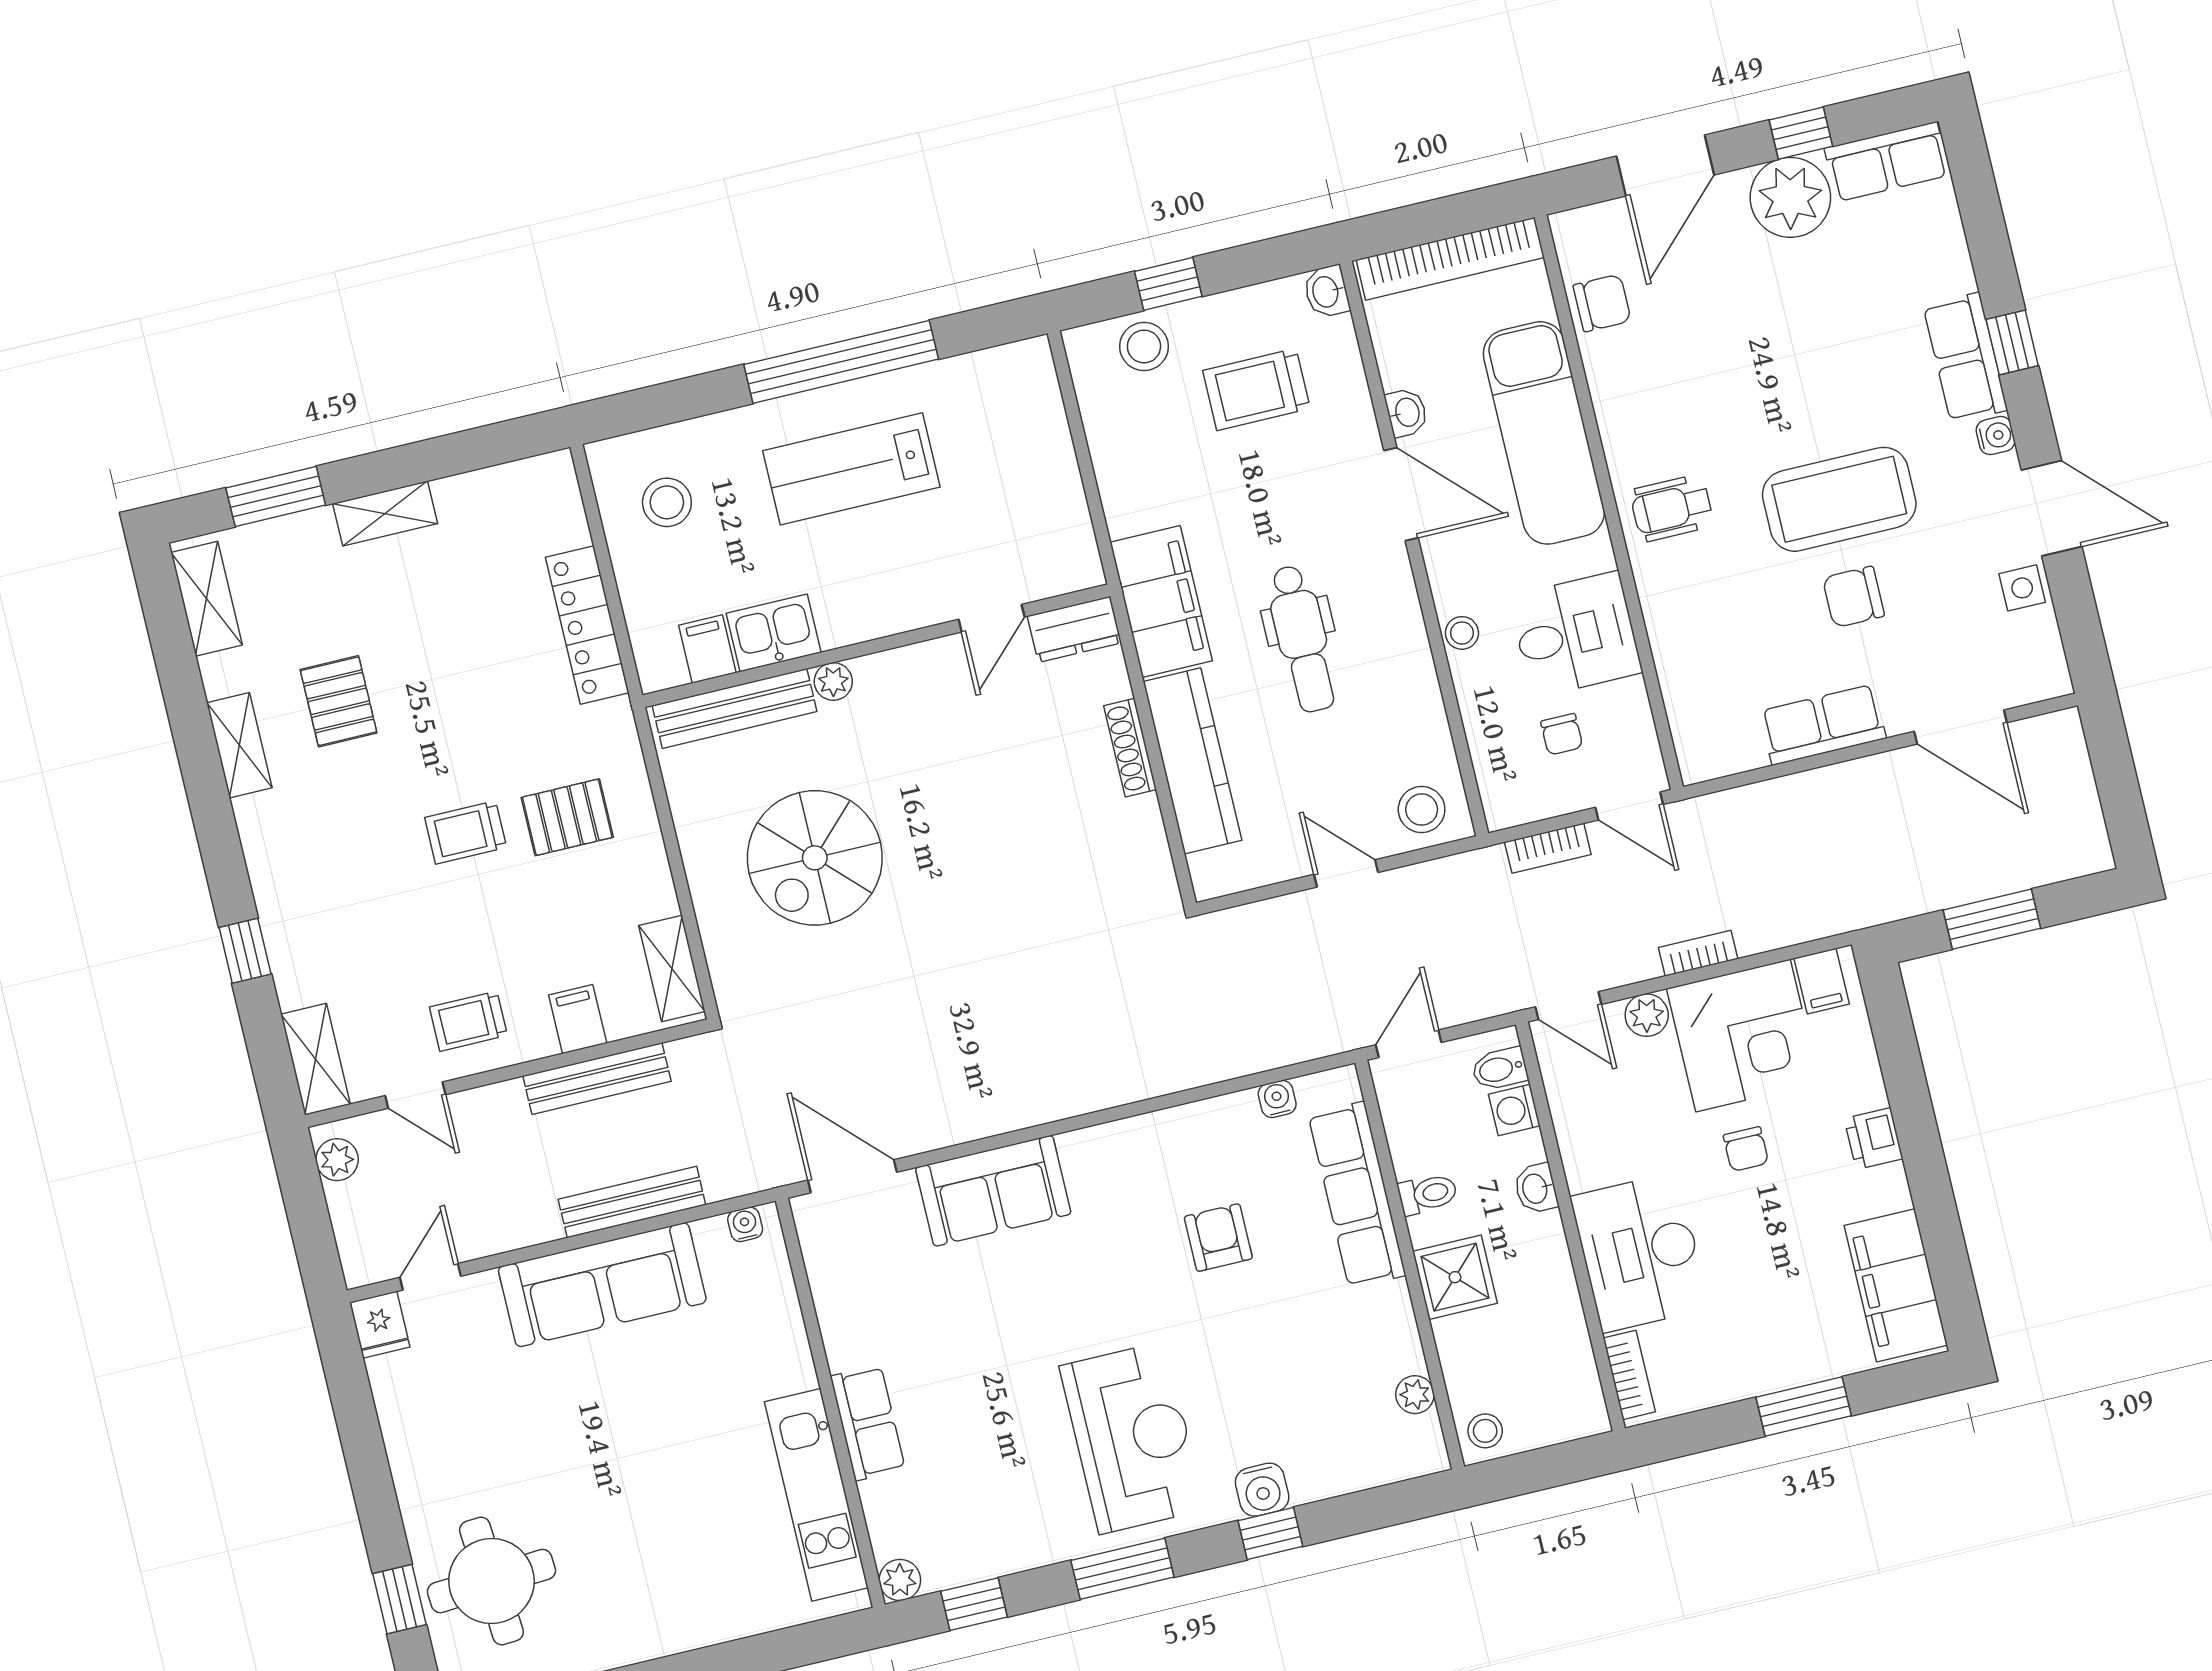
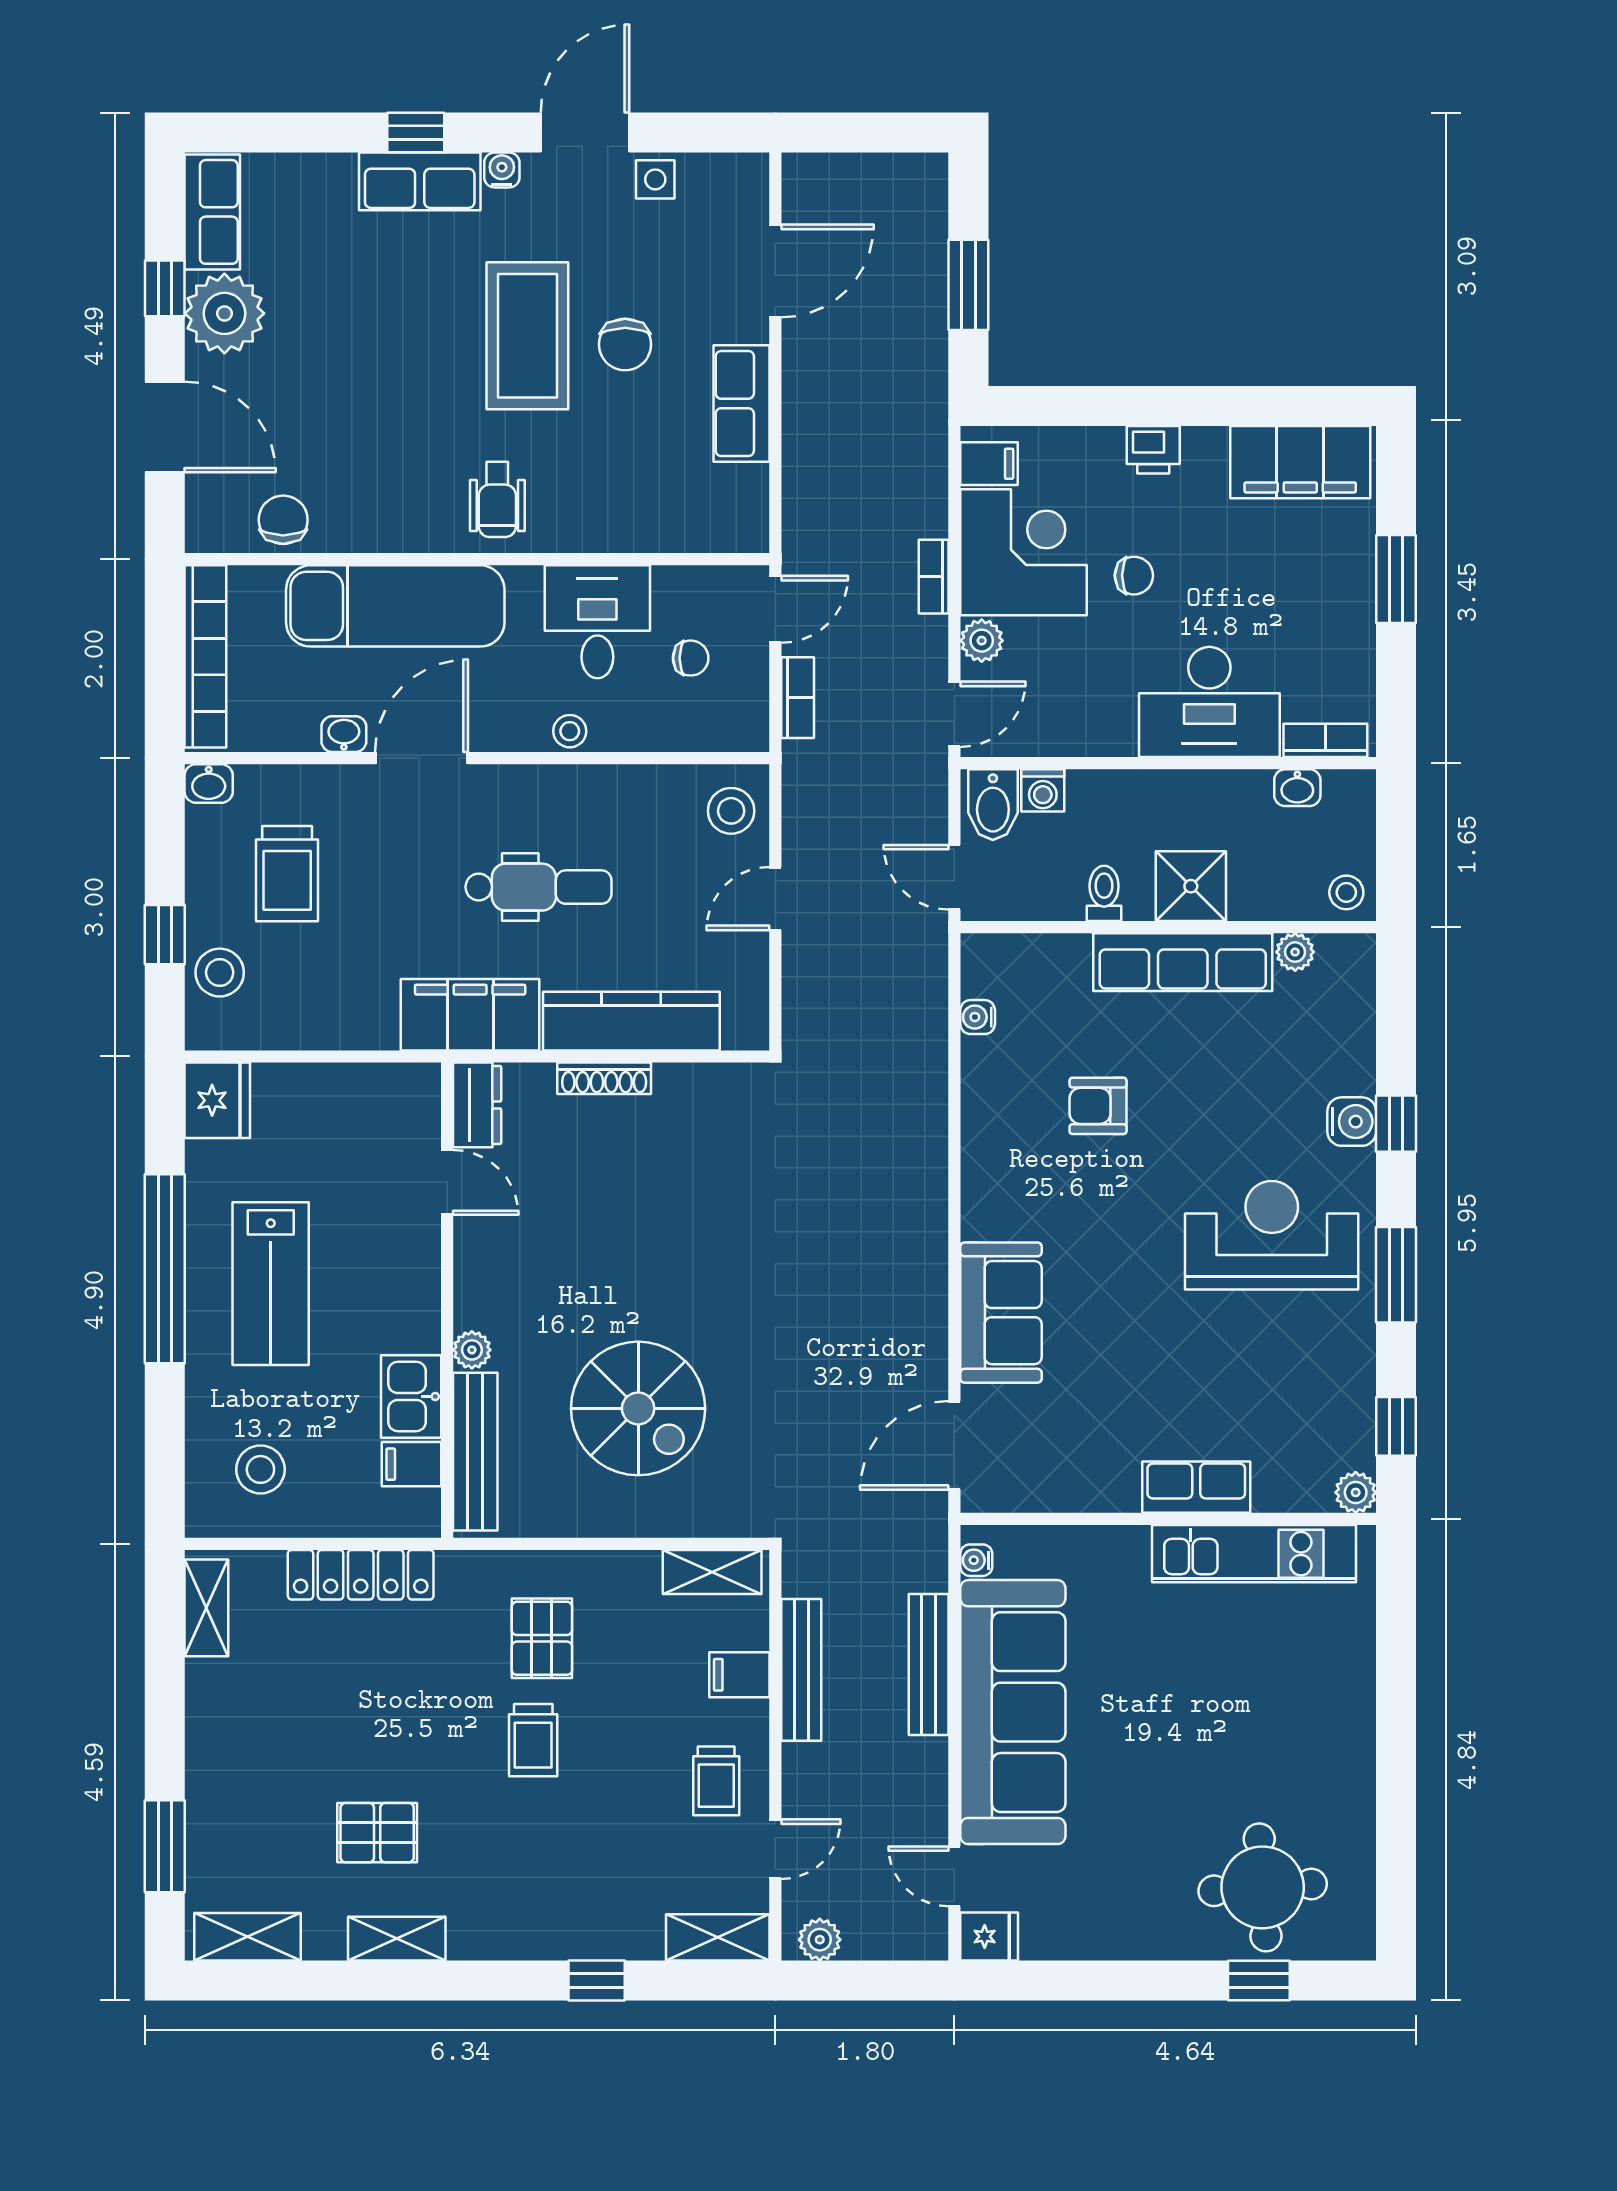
fridge: (1018, 374) -> (217, 1100), added
shelving: (385, 514) -> (206, 1608), moved
bidet: (1500, 1069) -> (993, 805), width x1.38, depth x1.36
washbasin: (1536, 1188) -> (1297, 788), moved
row of seats: (1357, 1195) -> (1183, 962), moved
sofa: (602, 1285) -> (1013, 1712), width x1.36, depth x1.27

